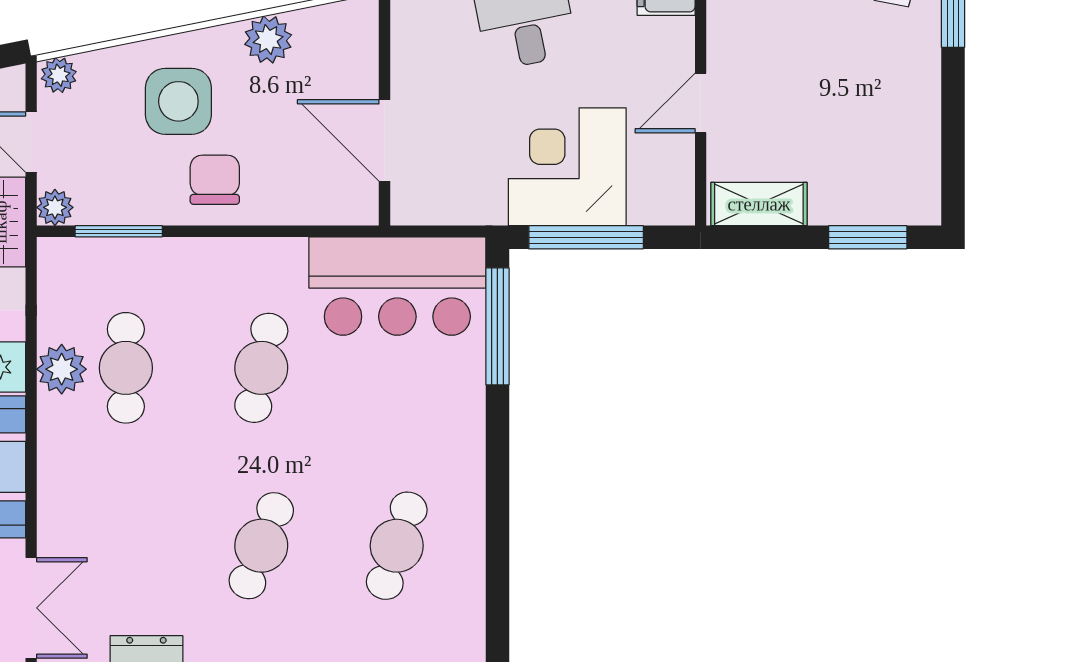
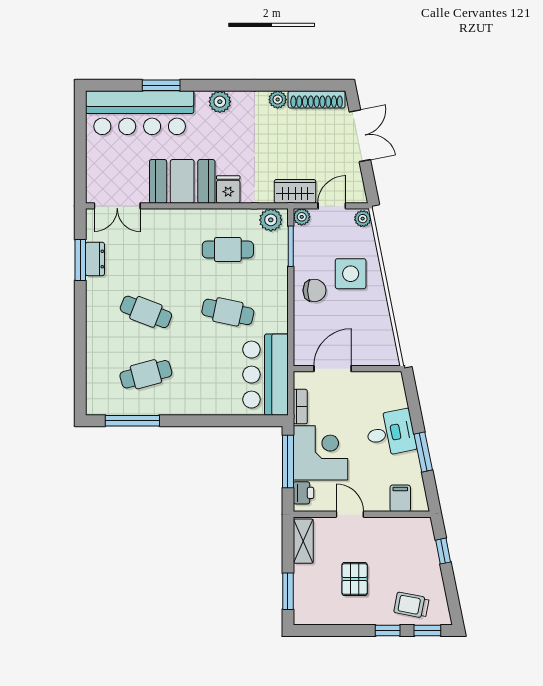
plant: (268, 40) -> (379, 315), removed
pallet: (841, 93) -> (355, 579), added
printer: (654, 204) -> (303, 493), added
bookcase: (467, 211) -> (300, 407), added
window: (497, 326) -> (132, 421), moved
plant: (62, 369) -> (271, 220), moved
cafe table: (397, 546) -> (146, 374), turned -33

